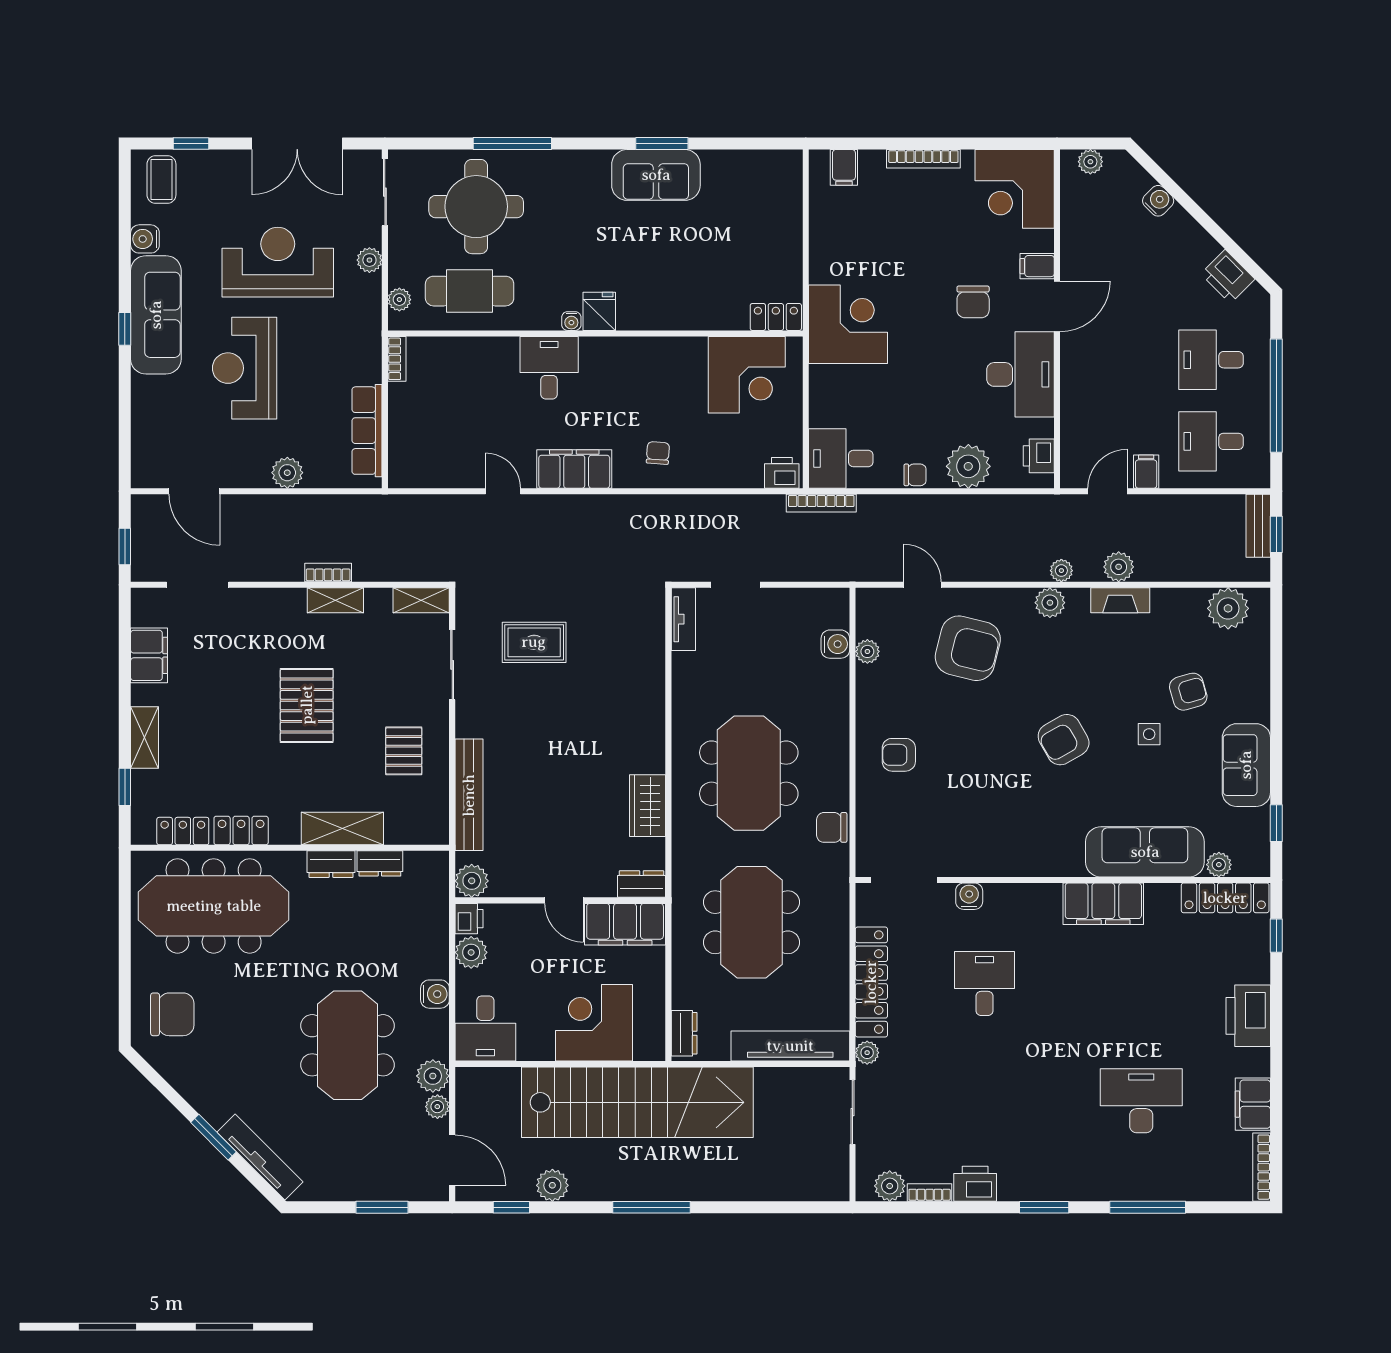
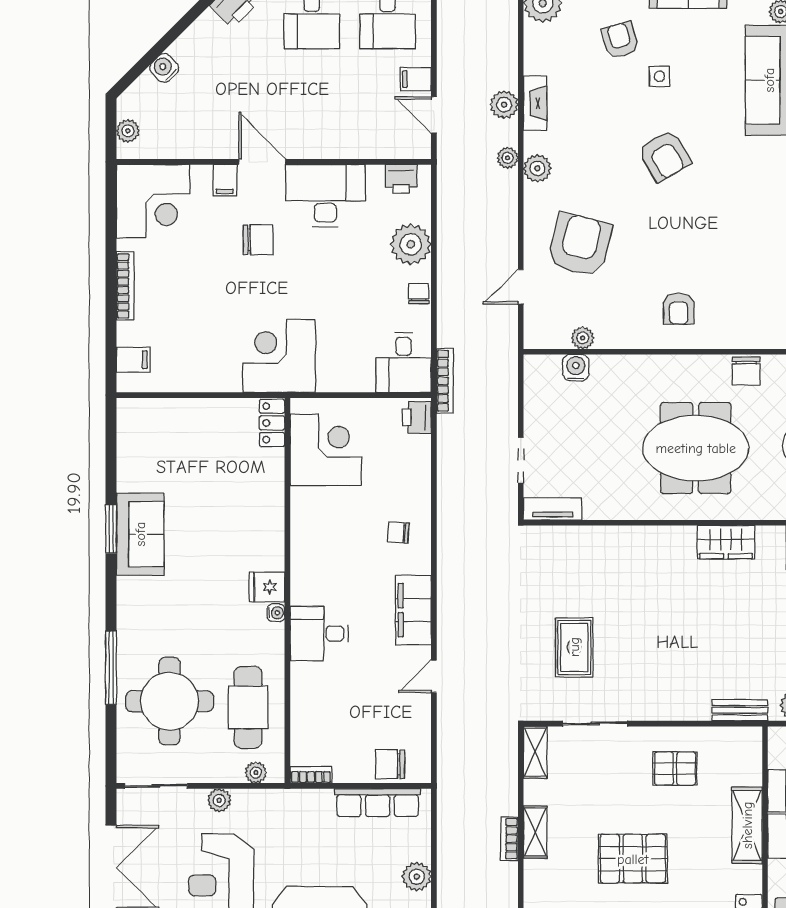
chair: (408, 444) -> (390, 764), added
bench: (469, 795) -> (740, 710), width x0.54, depth x0.82

